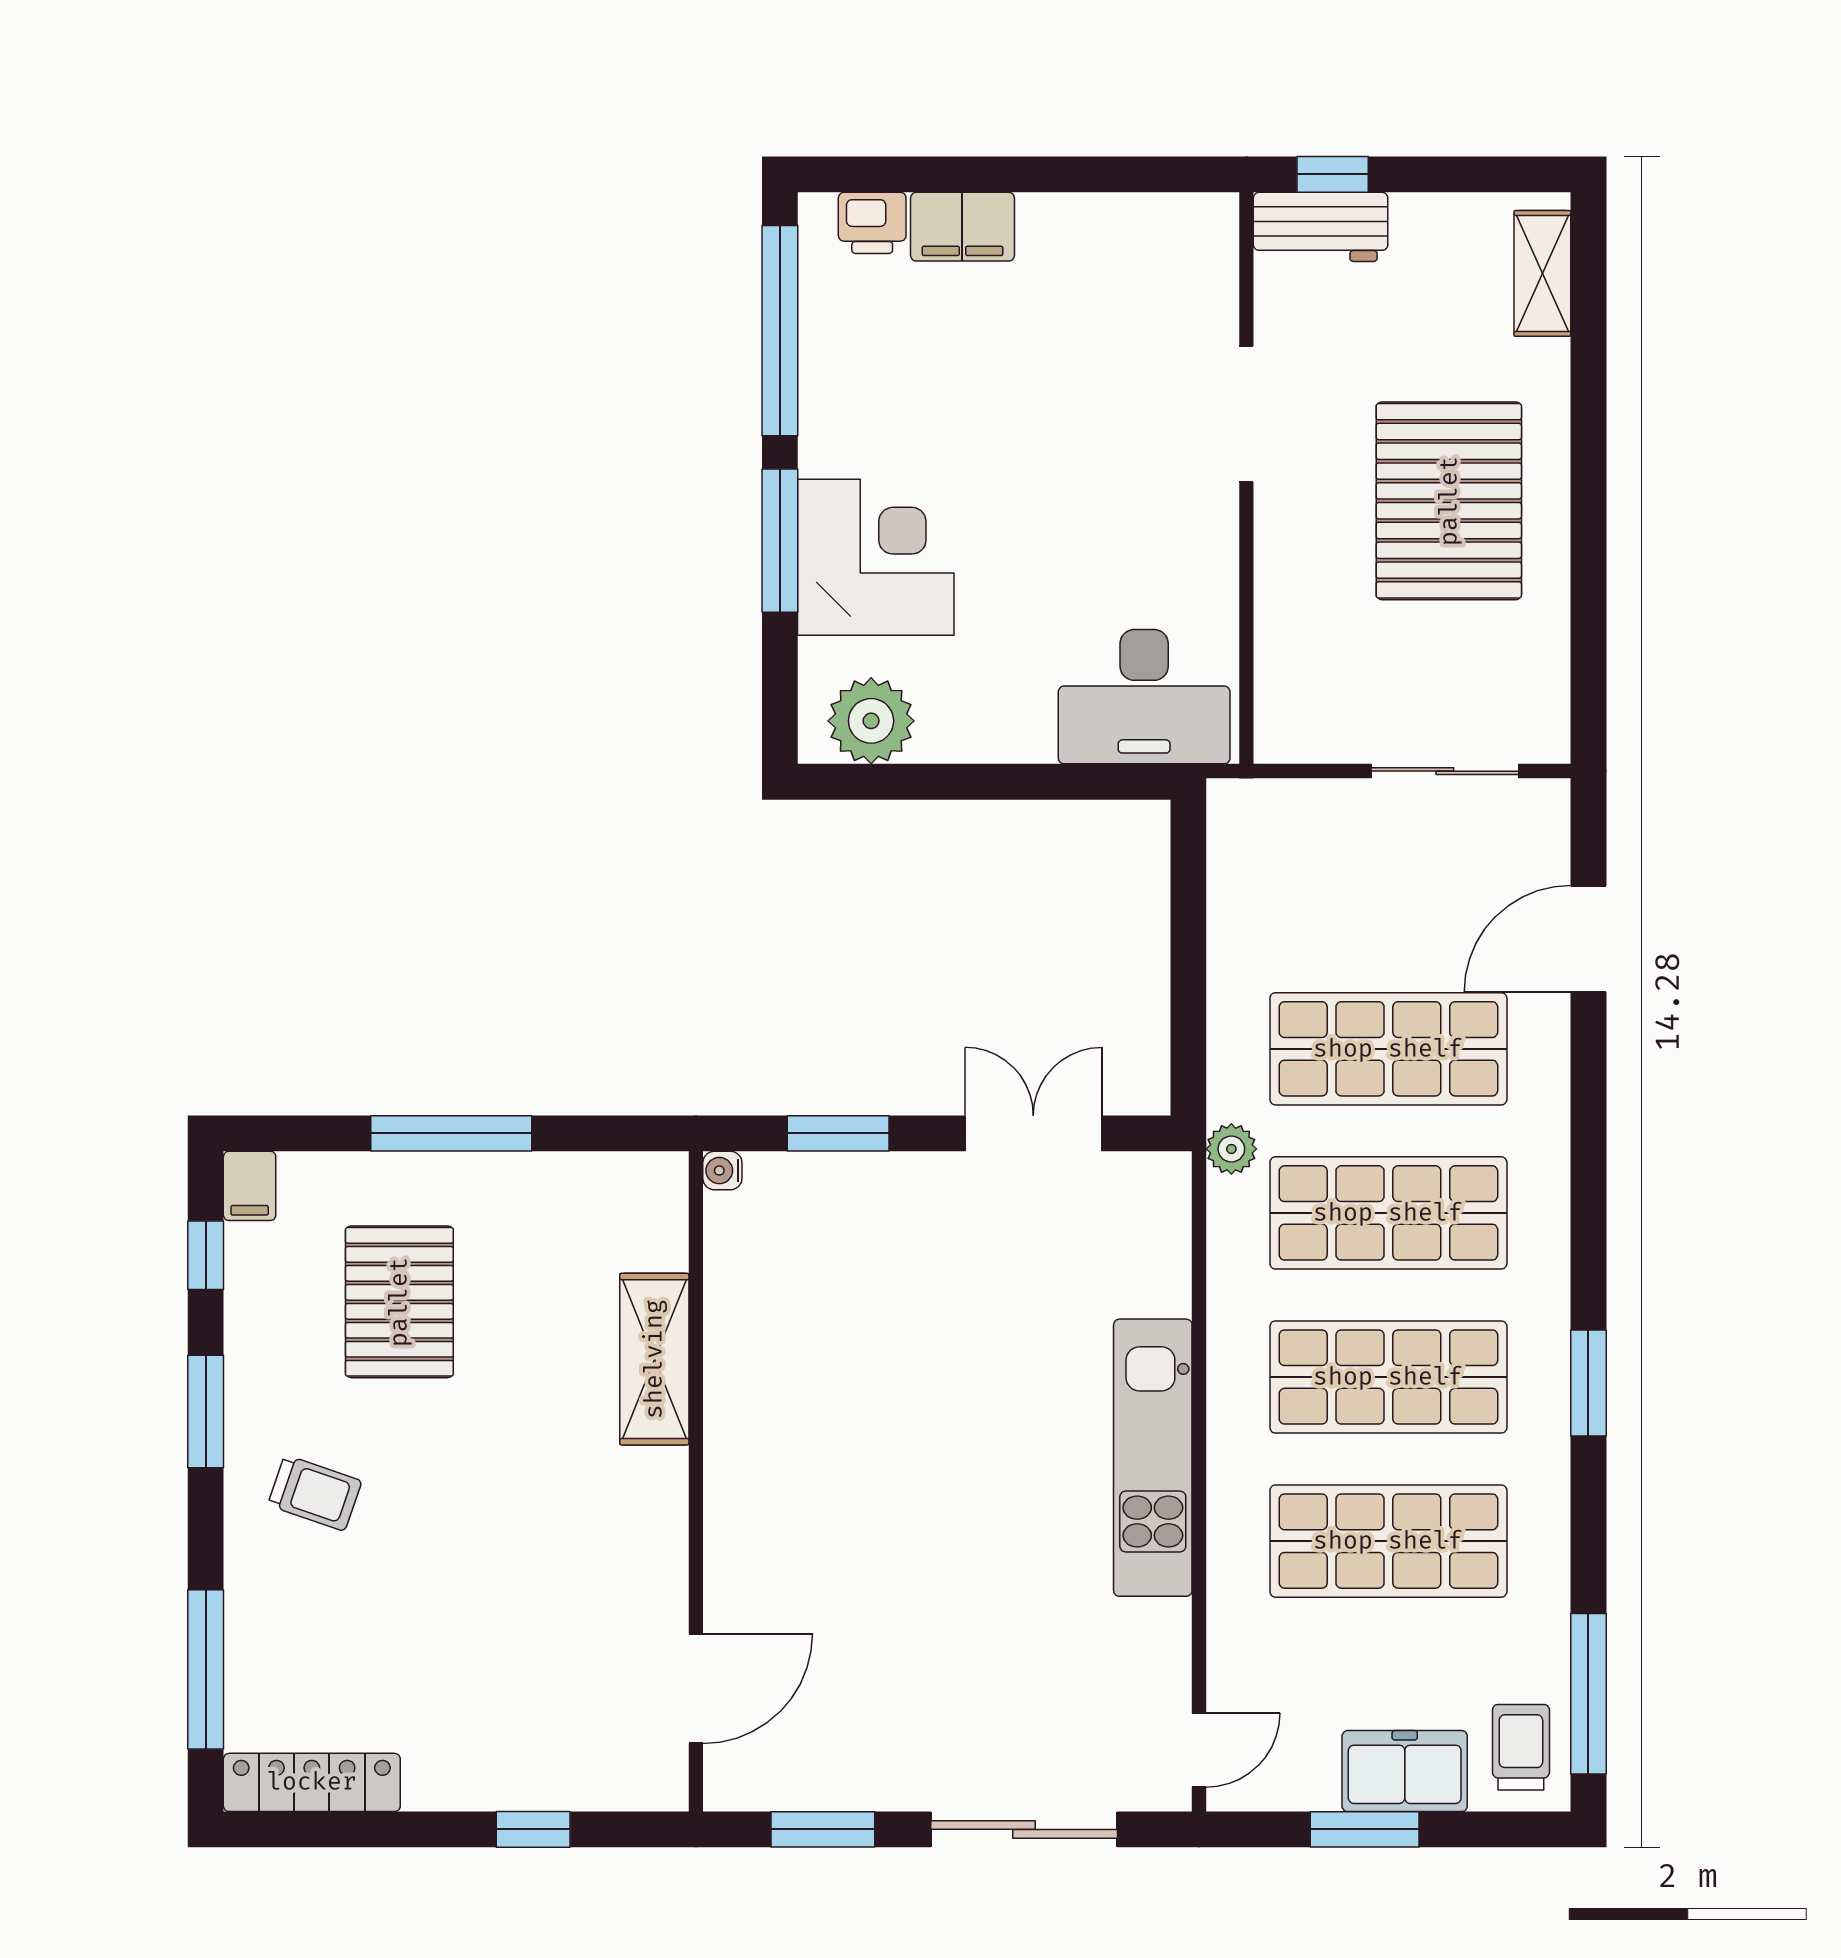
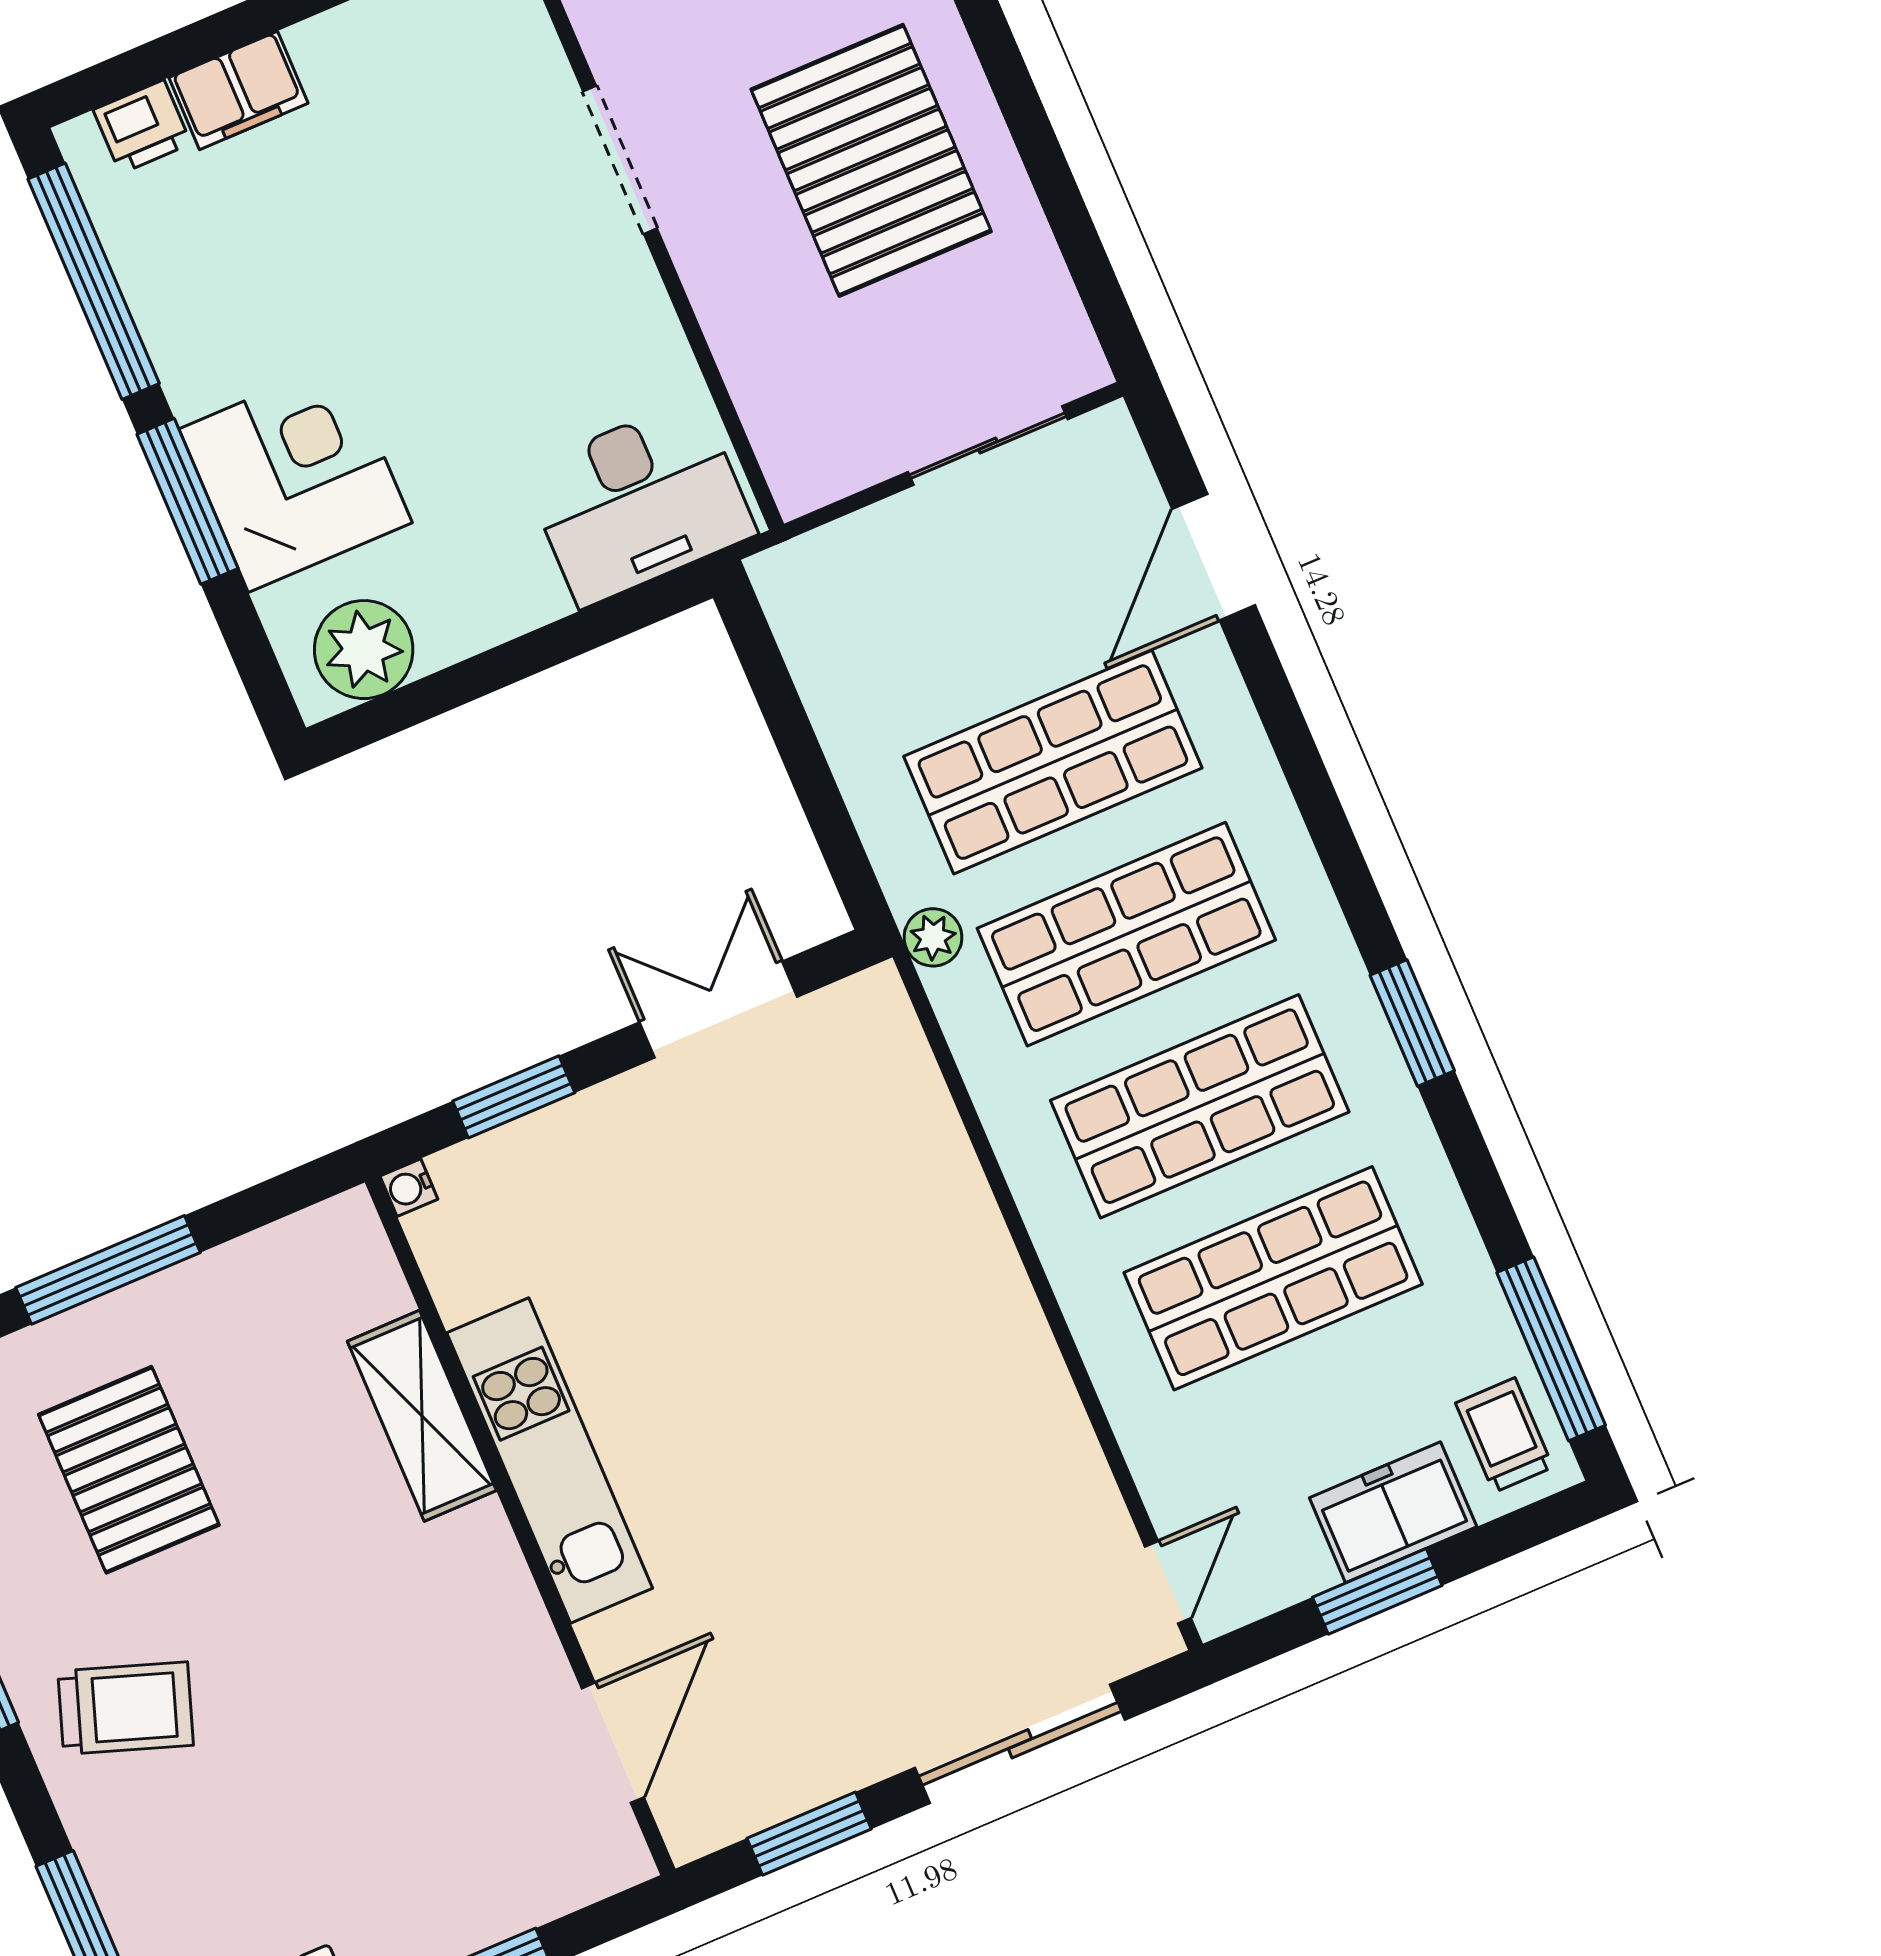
kitchen unit: (1153, 1458) -> (550, 1460), moved, turned 180
trolley: (315, 1493) -> (126, 1708), width x1.36, depth x1.39

